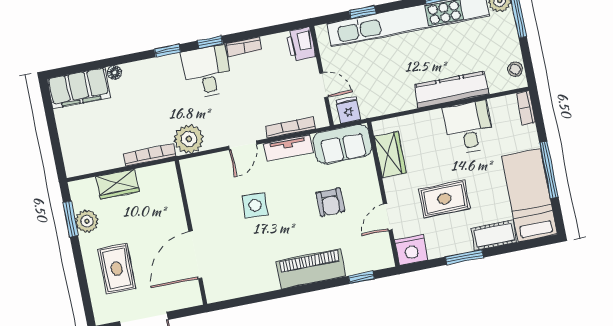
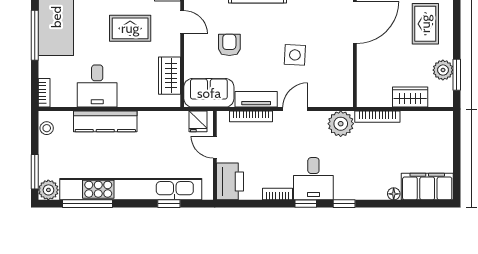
printer: (301, 44) -> (230, 181), width x1.37, depth x1.19
door: (388, 217) -> (182, 22), hinge flipped

